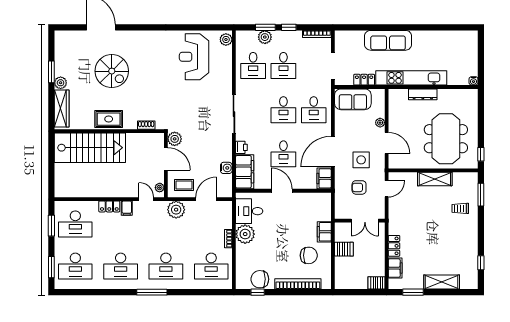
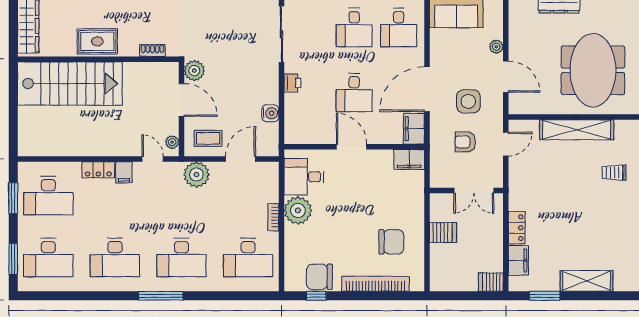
filing cabinet: (245, 172) -> (297, 119), removed
shelving: (435, 179) -> (577, 130), width x1.47
filing cabinet: (324, 232) -> (409, 159), moved, turned -90

